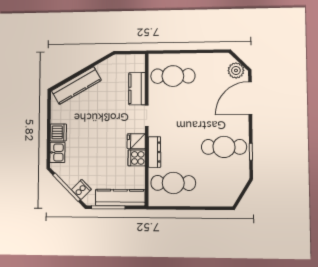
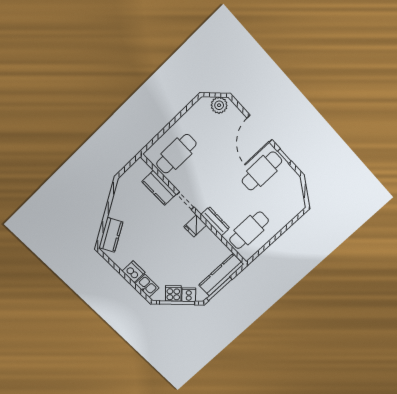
kitchen counter: (76, 86) -> (111, 235), width x0.67
door: (250, 98) -> (260, 129), moved
cooker: (137, 158) -> (173, 293), moved, turned 135

